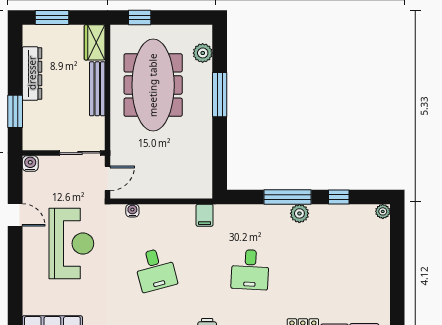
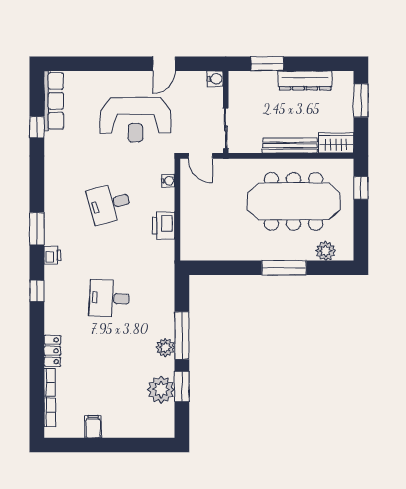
window: (339, 197) -> (182, 387), width x1.50
plant: (383, 211) -> (161, 390), moved, width x1.88, depth x1.88
printer: (177, 215) -> (163, 226), added
filing cabinet: (205, 215) -> (93, 427), moved, turned 90

